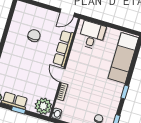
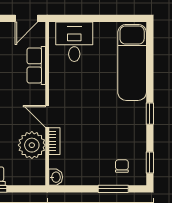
row of seats: (63, 48) -> (36, 65), width x0.68
plant: (43, 106) -> (32, 145), moved

